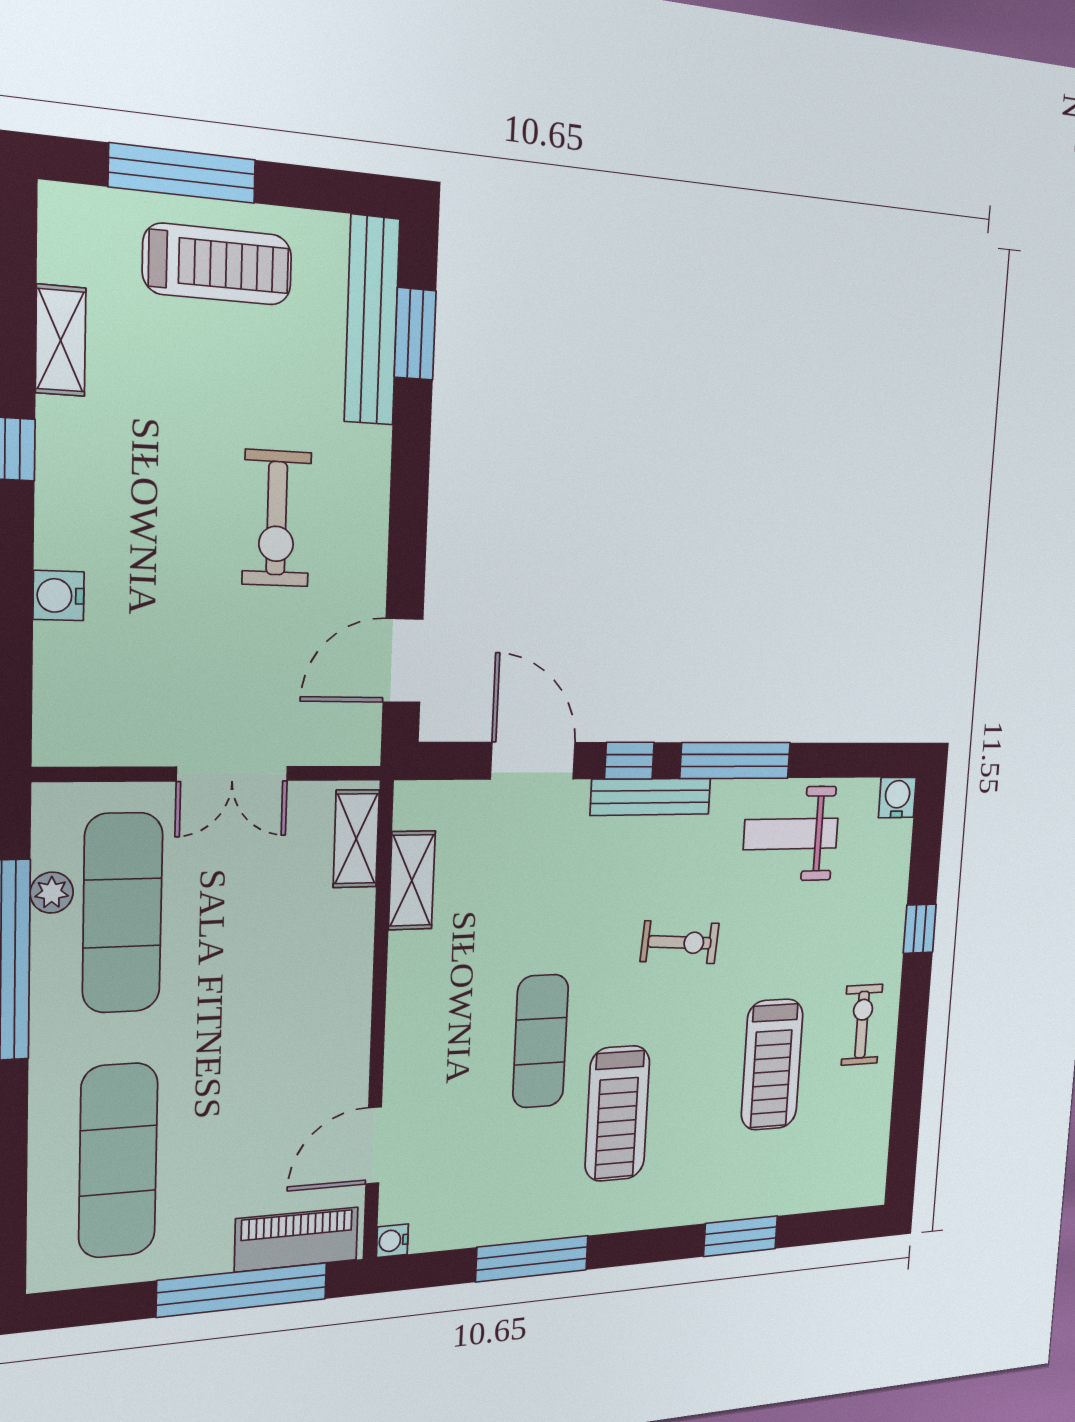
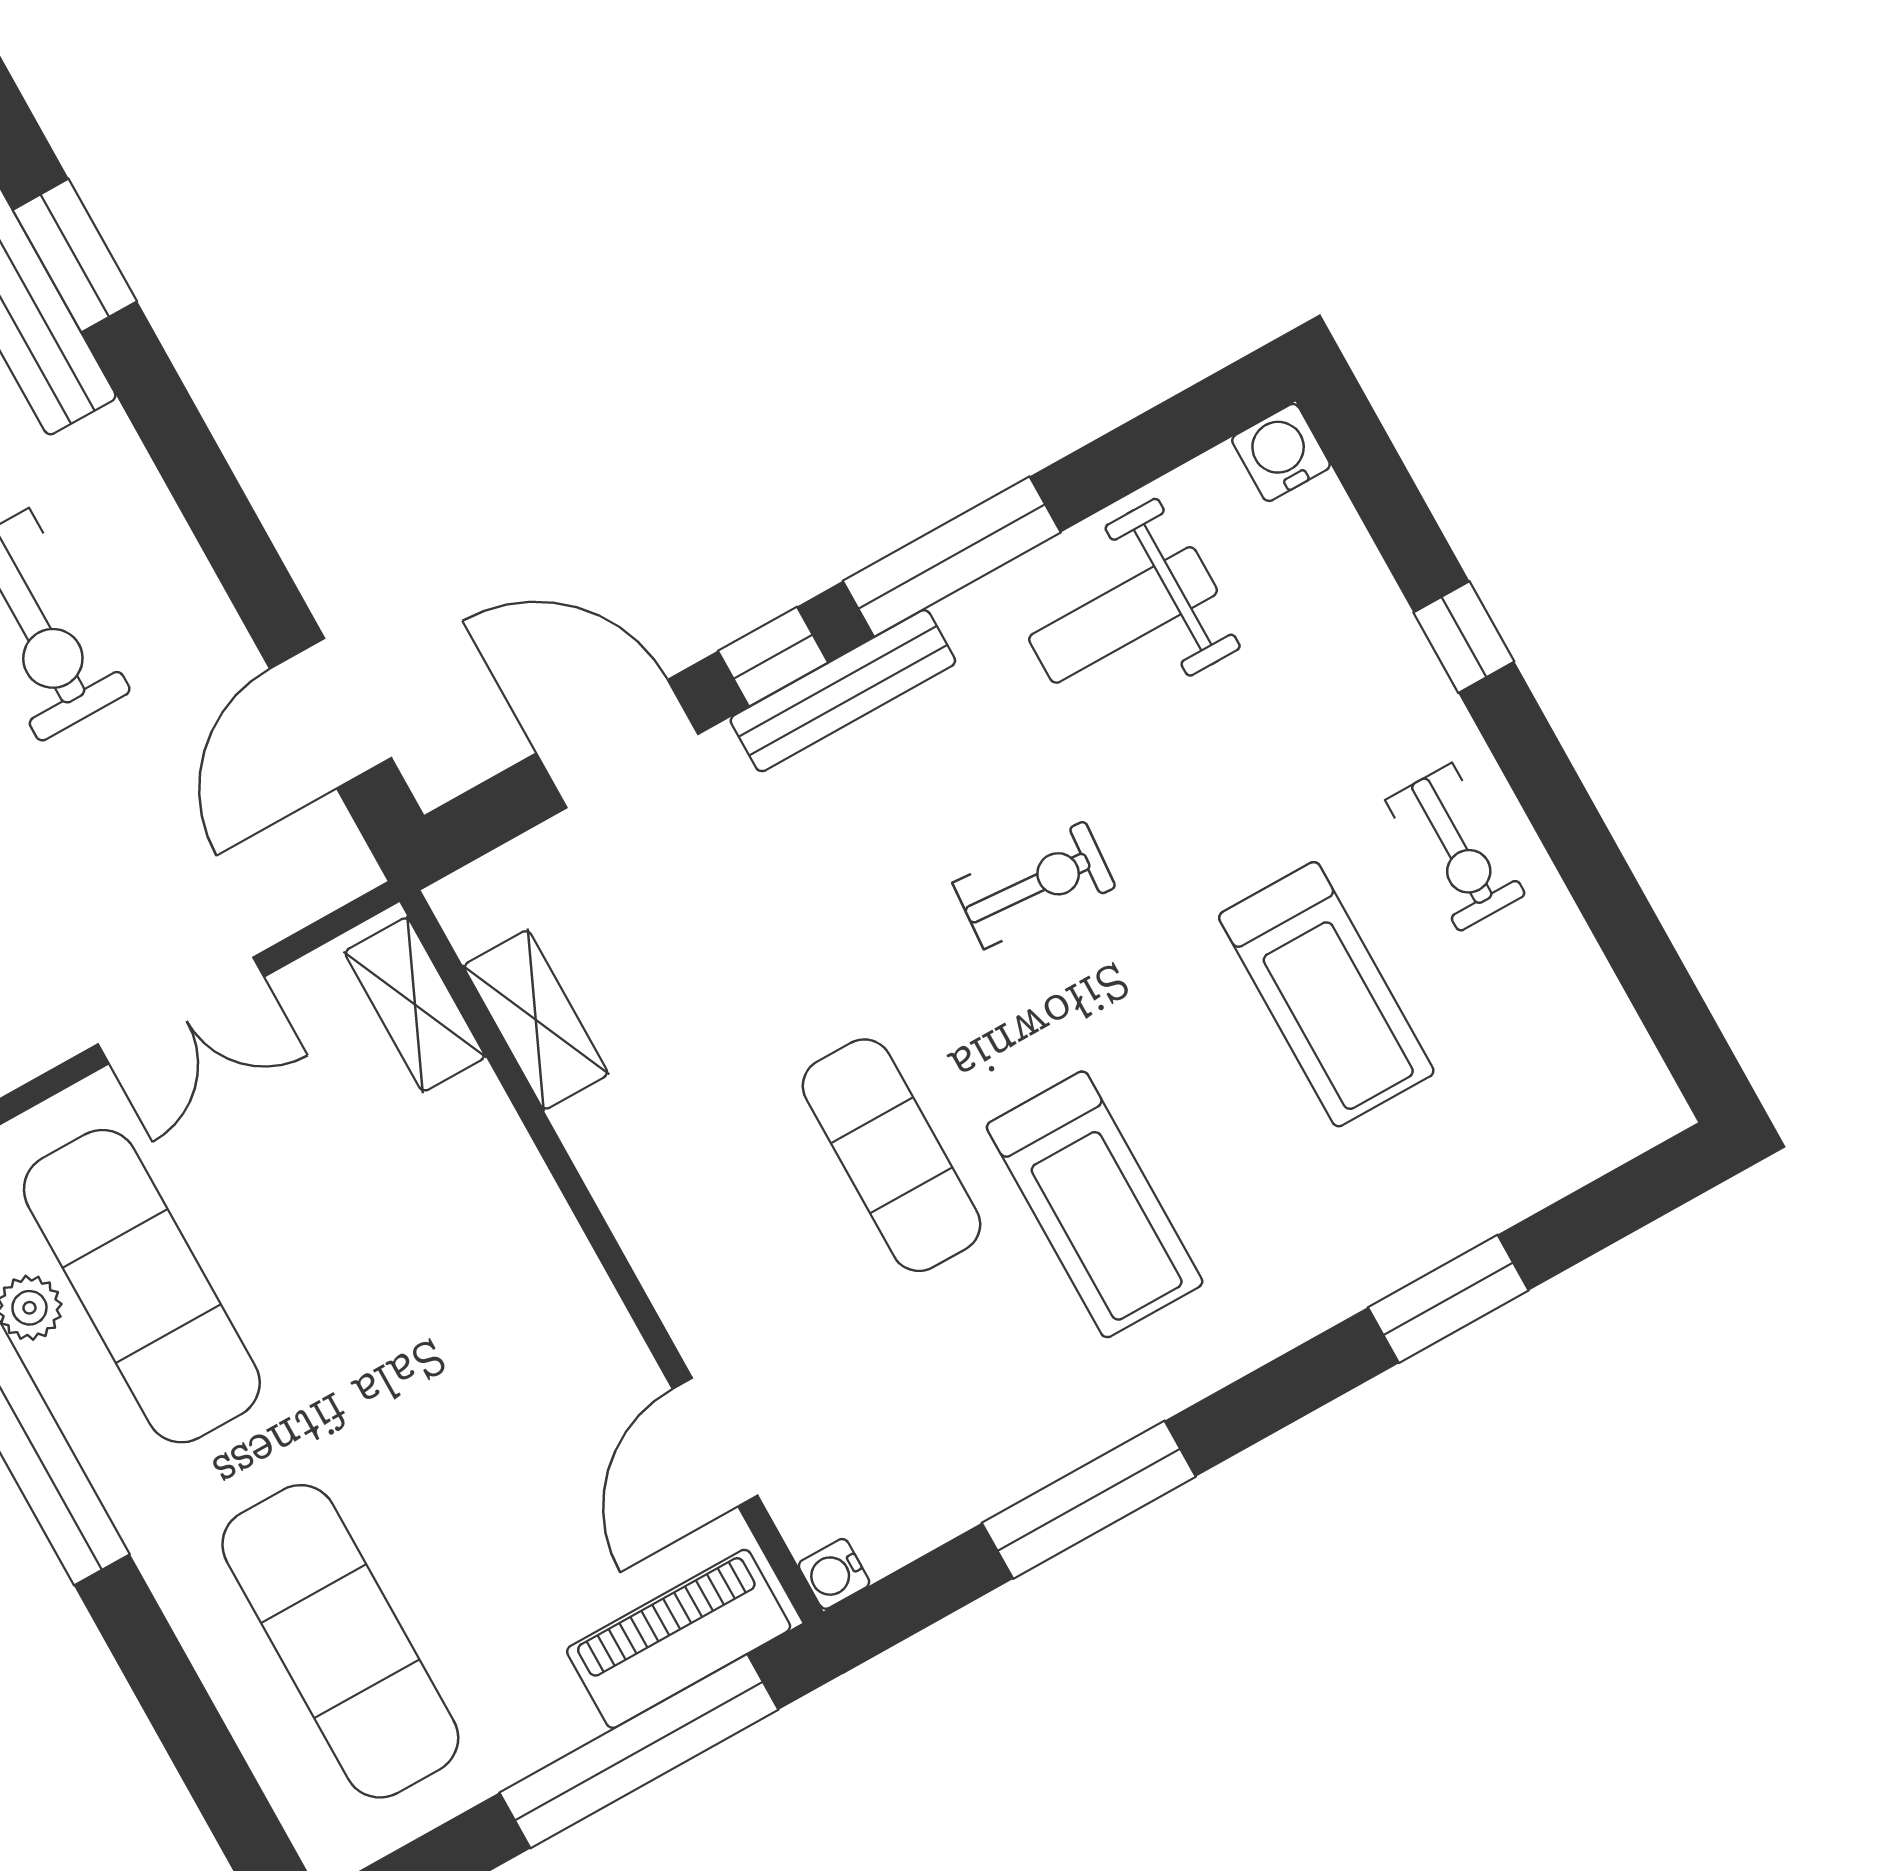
exercise bike: (862, 1025) -> (1455, 847), turned 180

